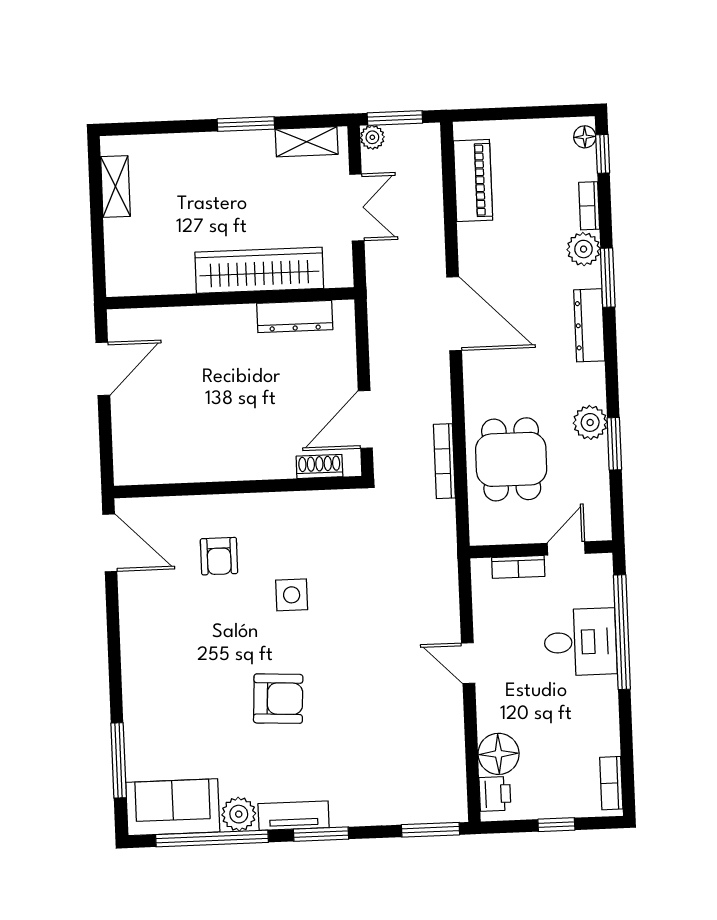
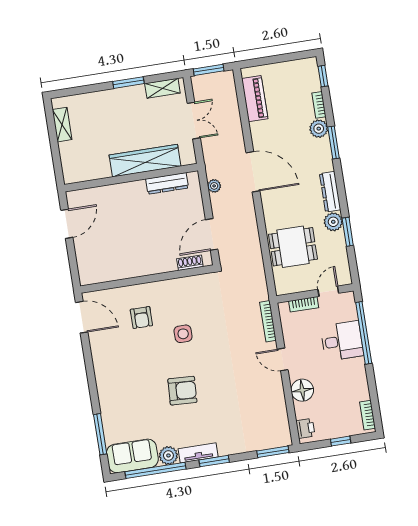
plant: (372, 137) -> (214, 186), moved
floor lamp: (585, 137) -> (312, 68), removed
dresser: (589, 325) -> (330, 192), moved
dining table: (511, 459) -> (293, 247), turned 90
bookcase: (444, 461) -> (268, 321), moved
floor lamp: (499, 754) -> (302, 390), moved

